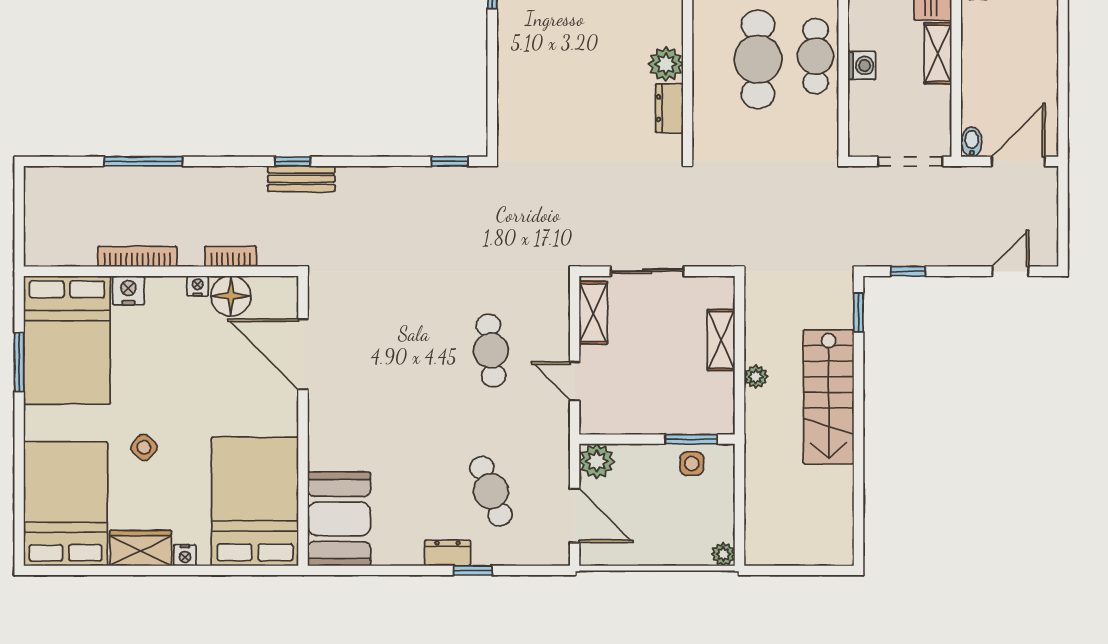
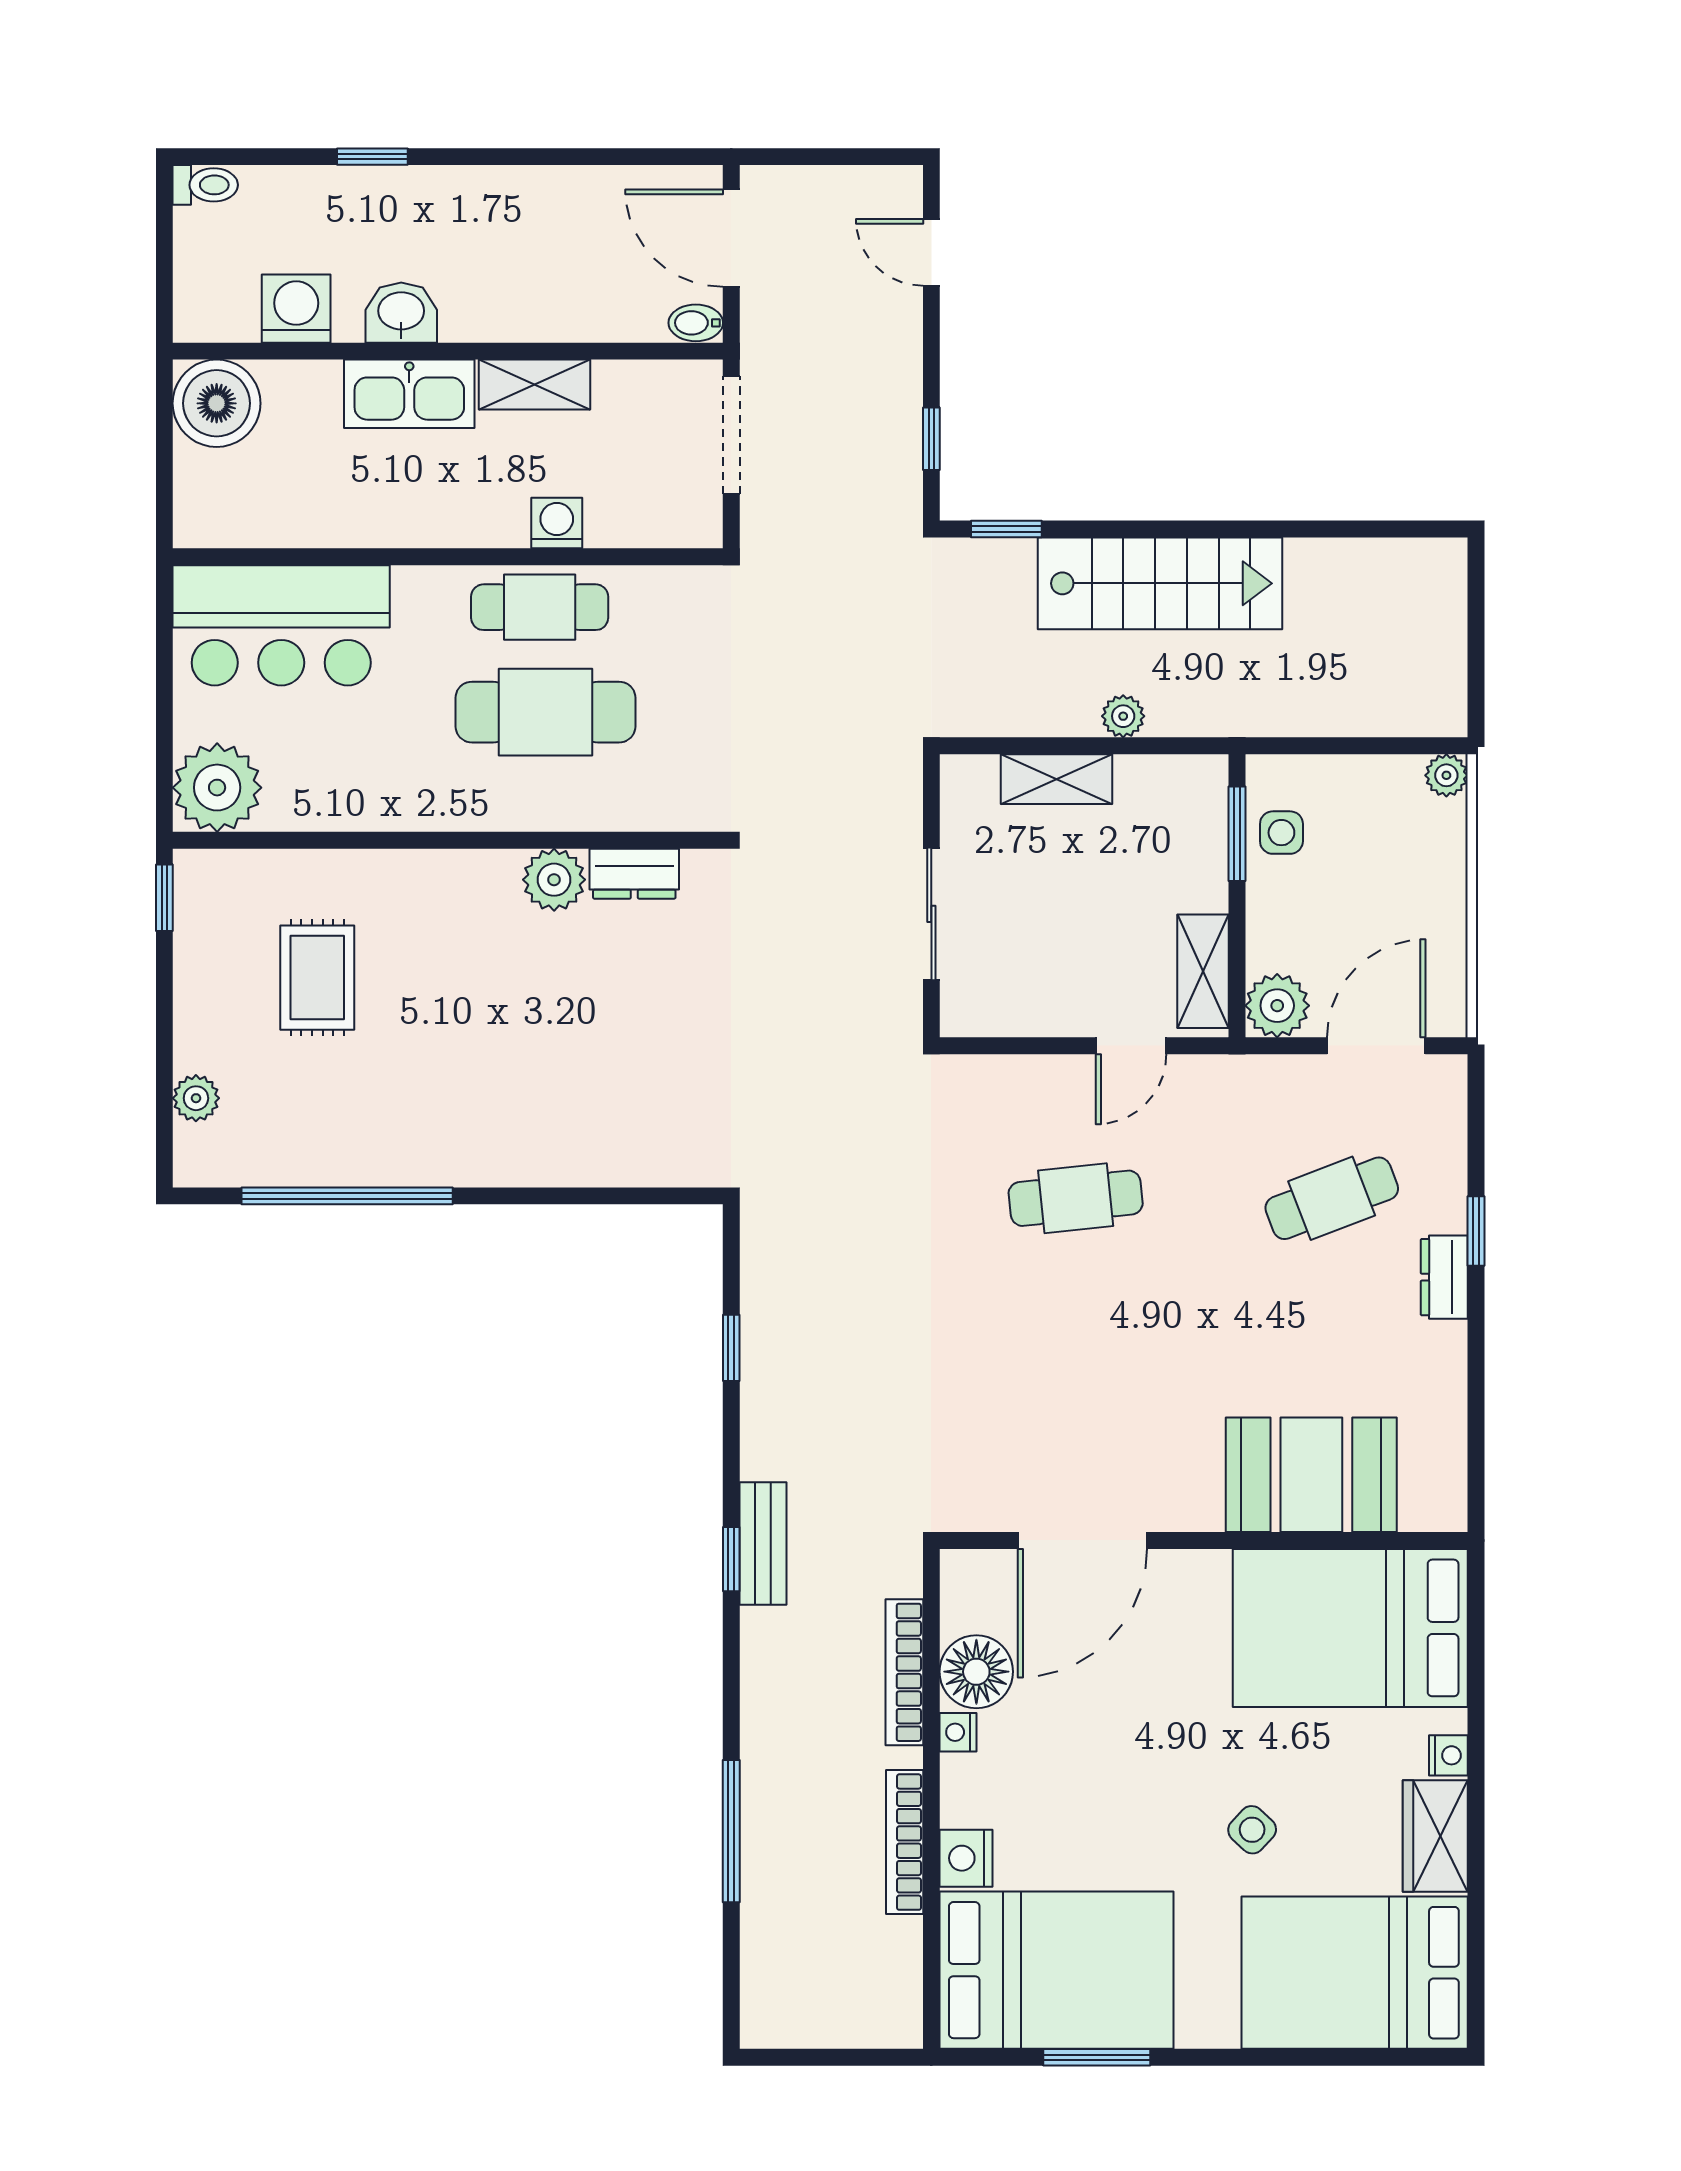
window: (450, 161) -> (731, 1348), moved
bookcase: (231, 256) -> (904, 1672), width x1.56
shelving: (593, 313) -> (1203, 971), moved, turned 90
booth: (339, 519) -> (1311, 1475), moved

